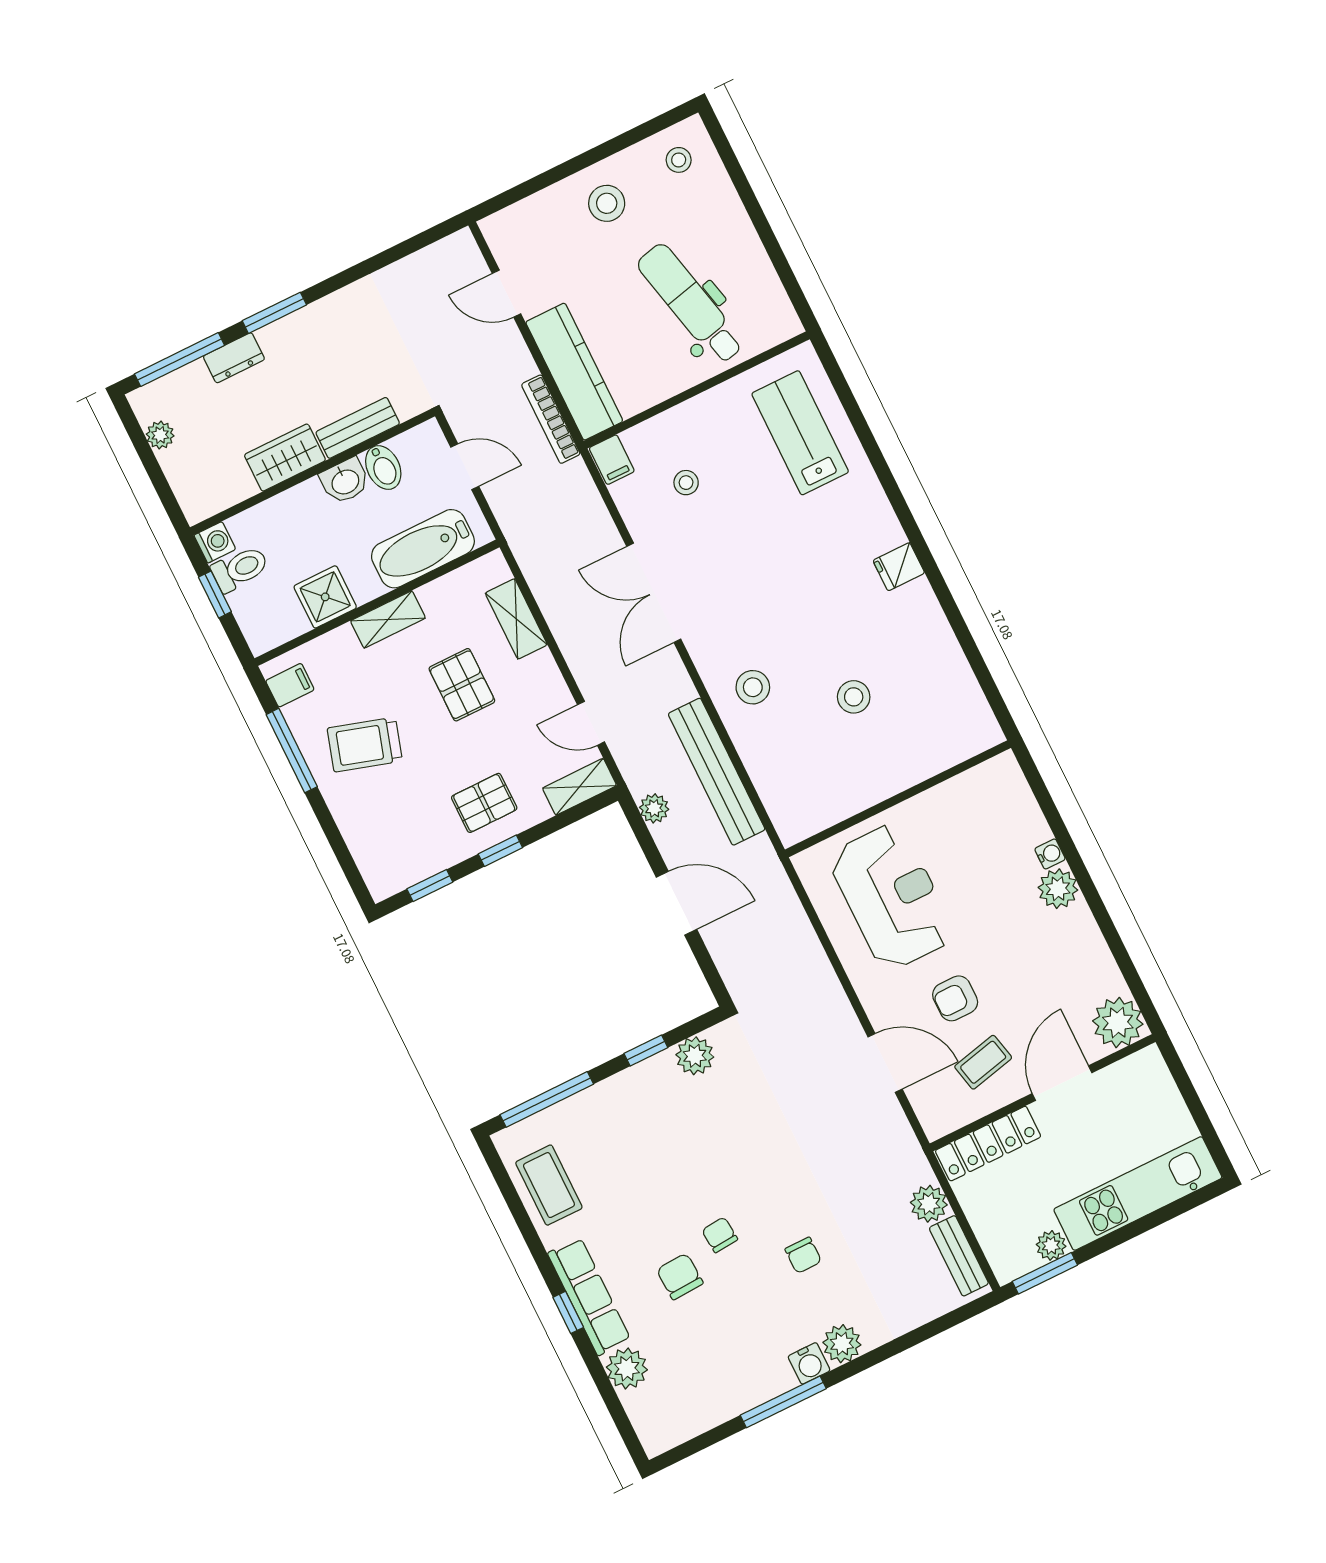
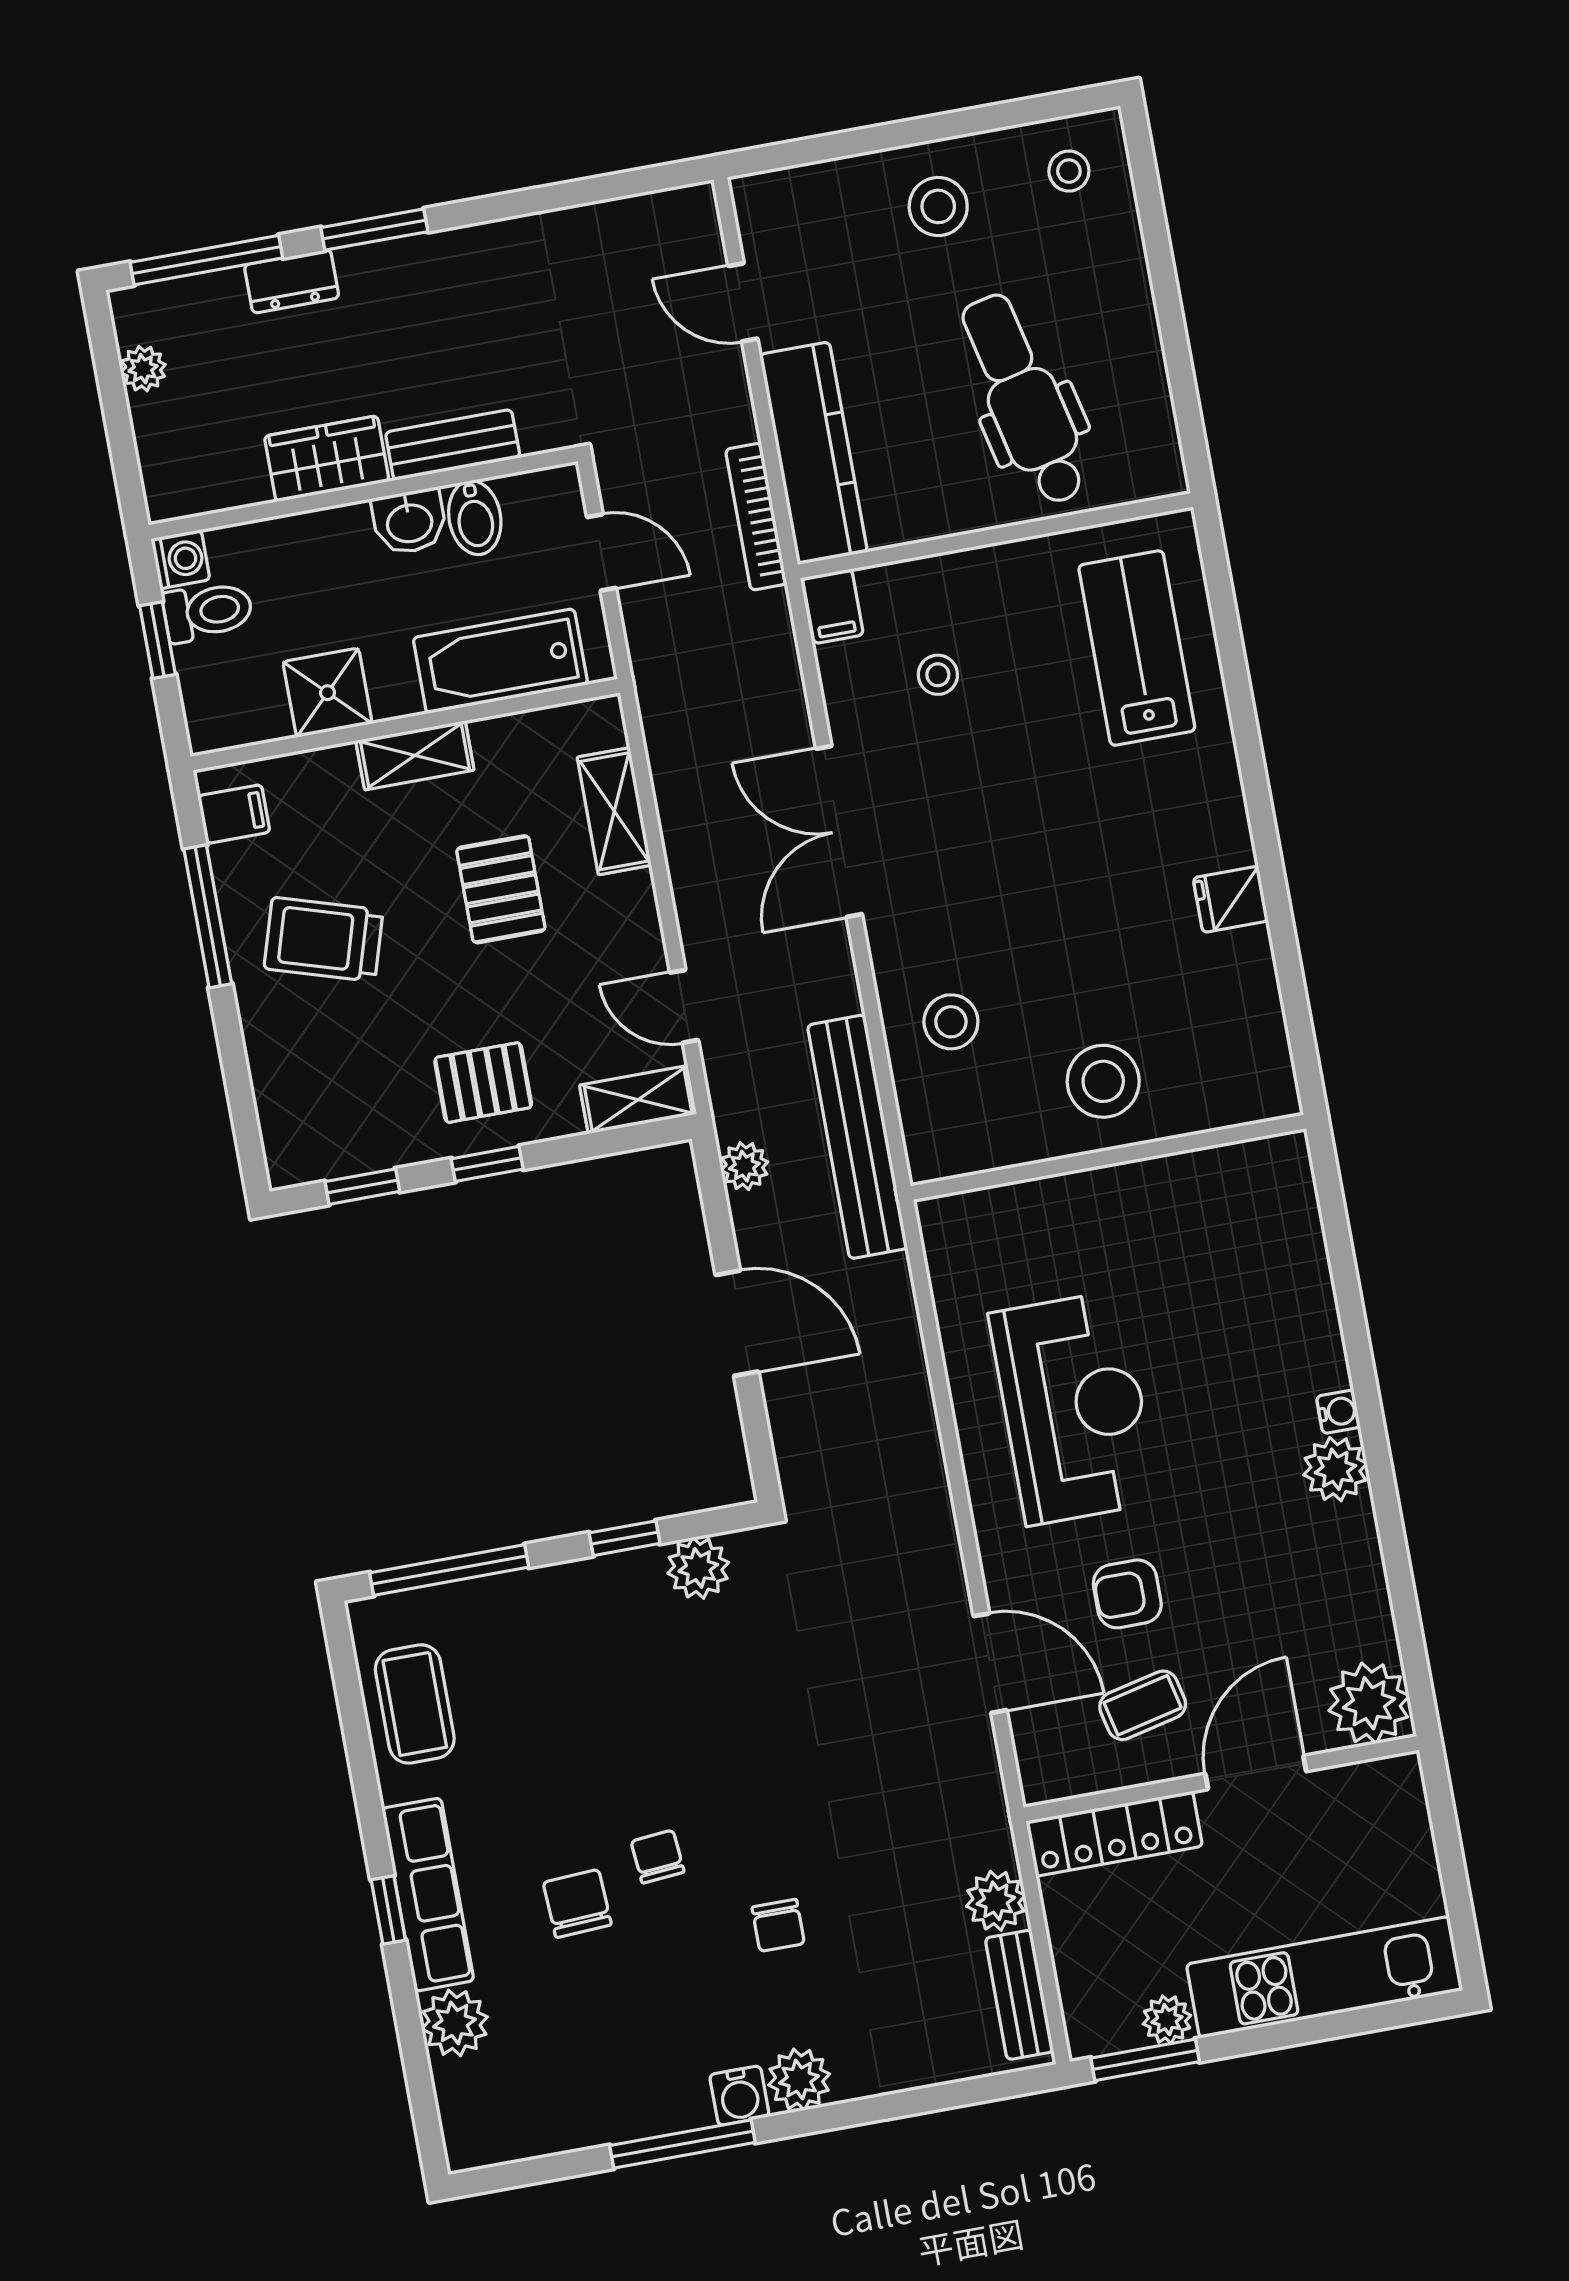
stool: (854, 697) -> (1103, 1081), width x1.38, depth x1.38
wall: (898, 799) -> (1108, 1157), moved

